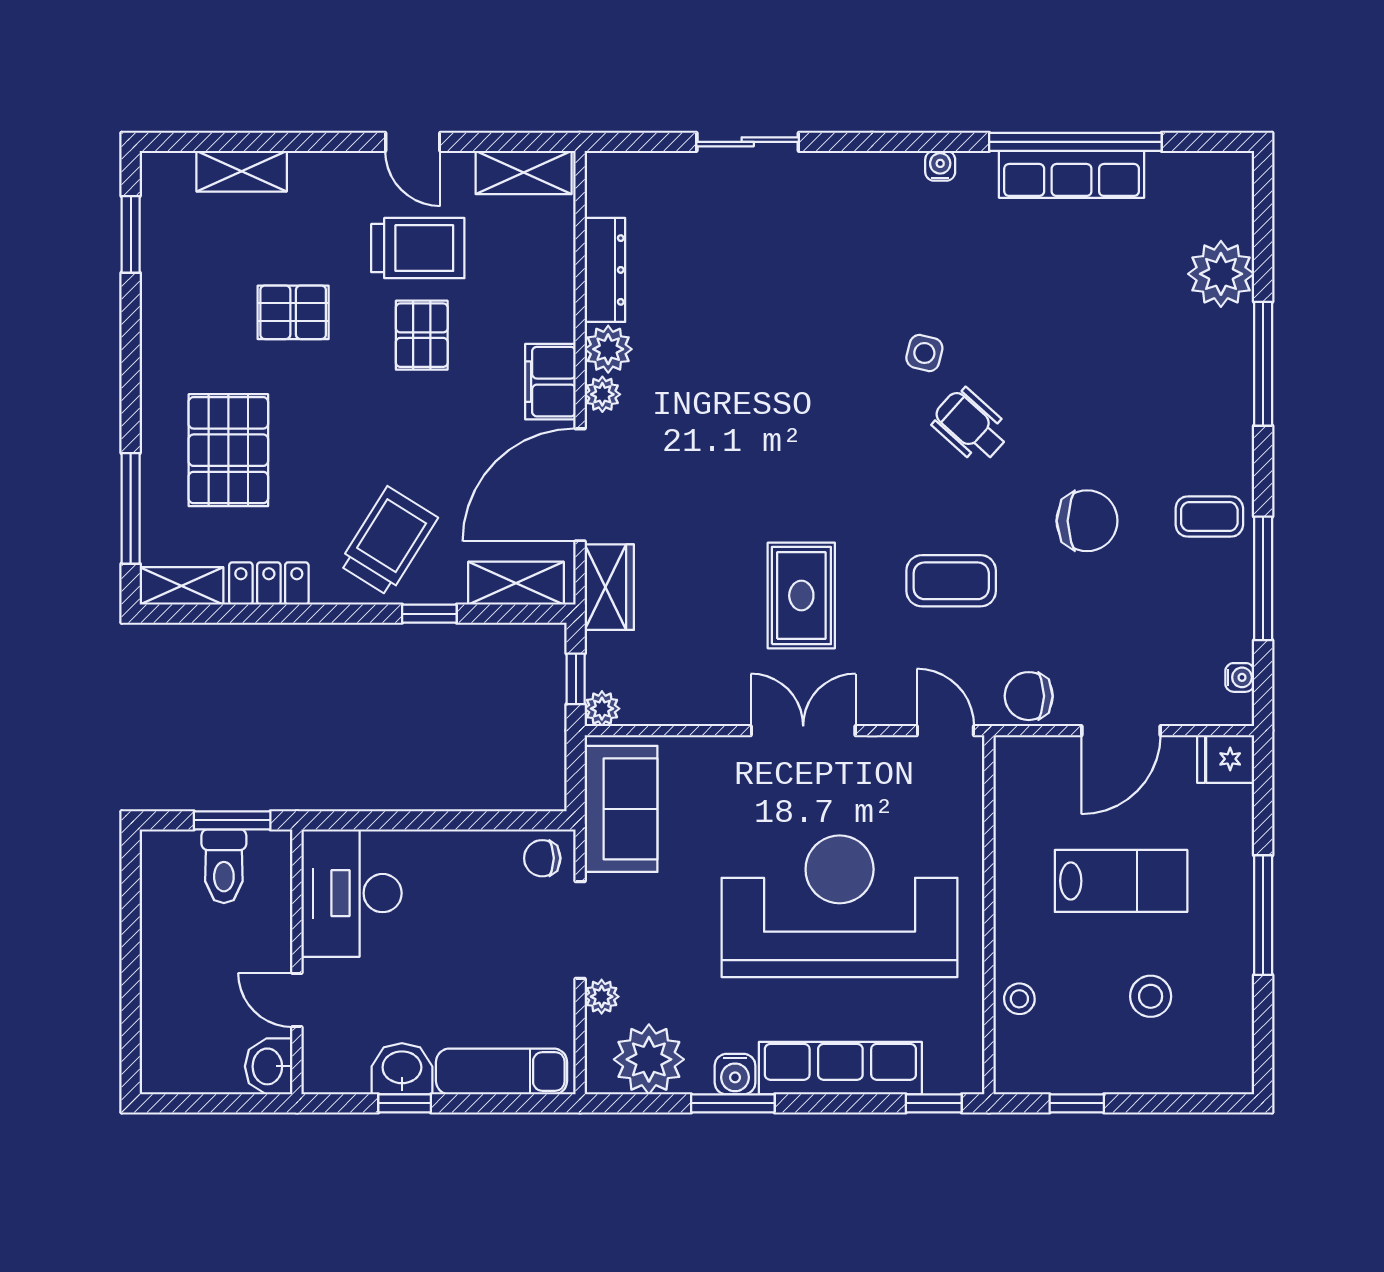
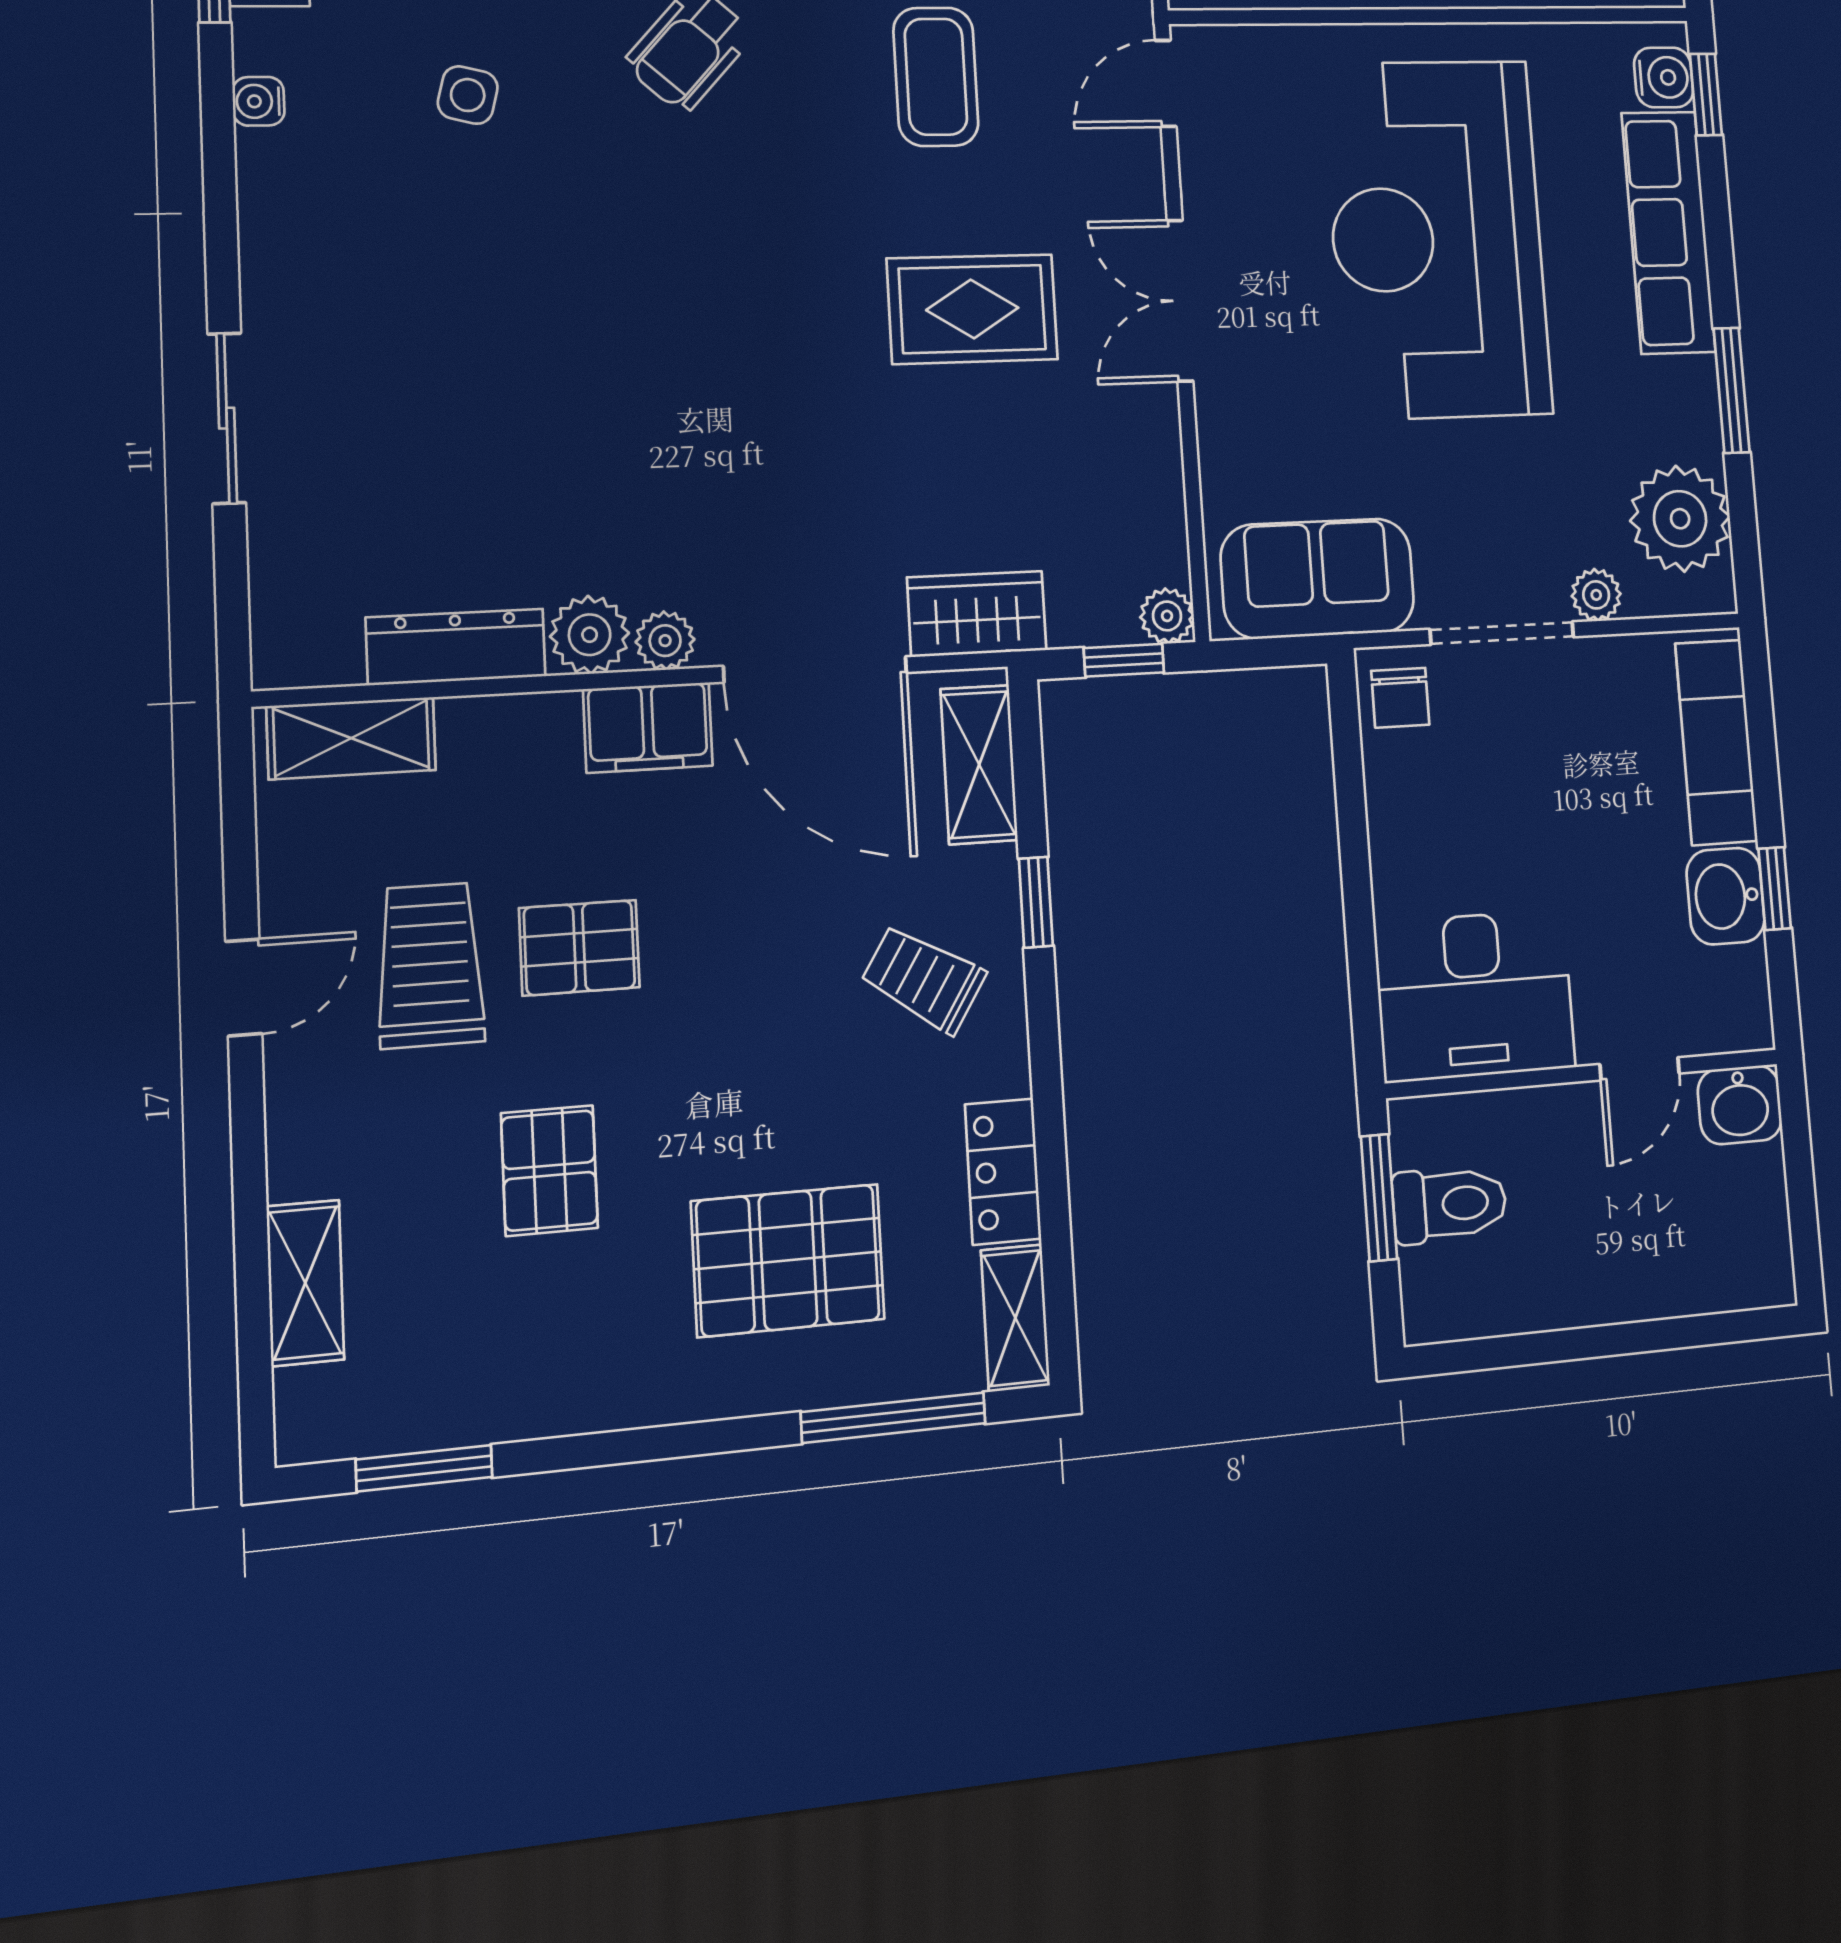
shelving: (524, 172) -> (351, 738), moved, turned 90
side table: (924, 353) -> (468, 95), moved
trolley: (388, 541) -> (923, 979), width x0.73, depth x0.72
water cooler: (735, 1074) -> (1664, 77), moved

